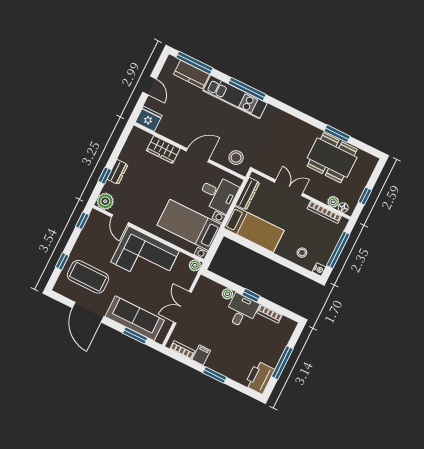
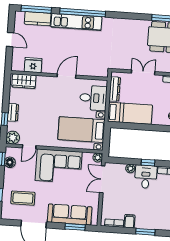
window: (247, 89) -> (83, 13), width x1.46
fridge: (149, 119) -> (33, 65), moved
wardrobe: (163, 150) -> (24, 81), moved
stool: (236, 158) -> (95, 66), removed
door: (120, 220) -> (29, 147), hinge flipped
floor lamp: (90, 229) -> (10, 162), added
coffee table: (88, 277) -> (23, 198), width x0.73, depth x0.76
double door: (182, 307) -> (102, 179), moved

